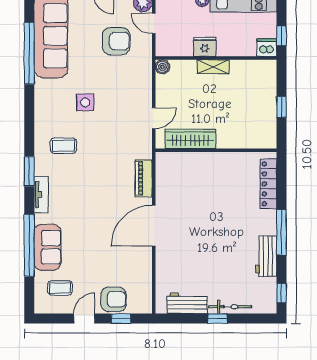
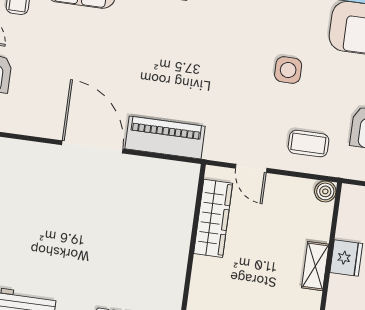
coffee table: (63, 146) -> (308, 144), moved, turned 90
piano: (144, 178) -> (165, 137), width x1.37, depth x1.33

